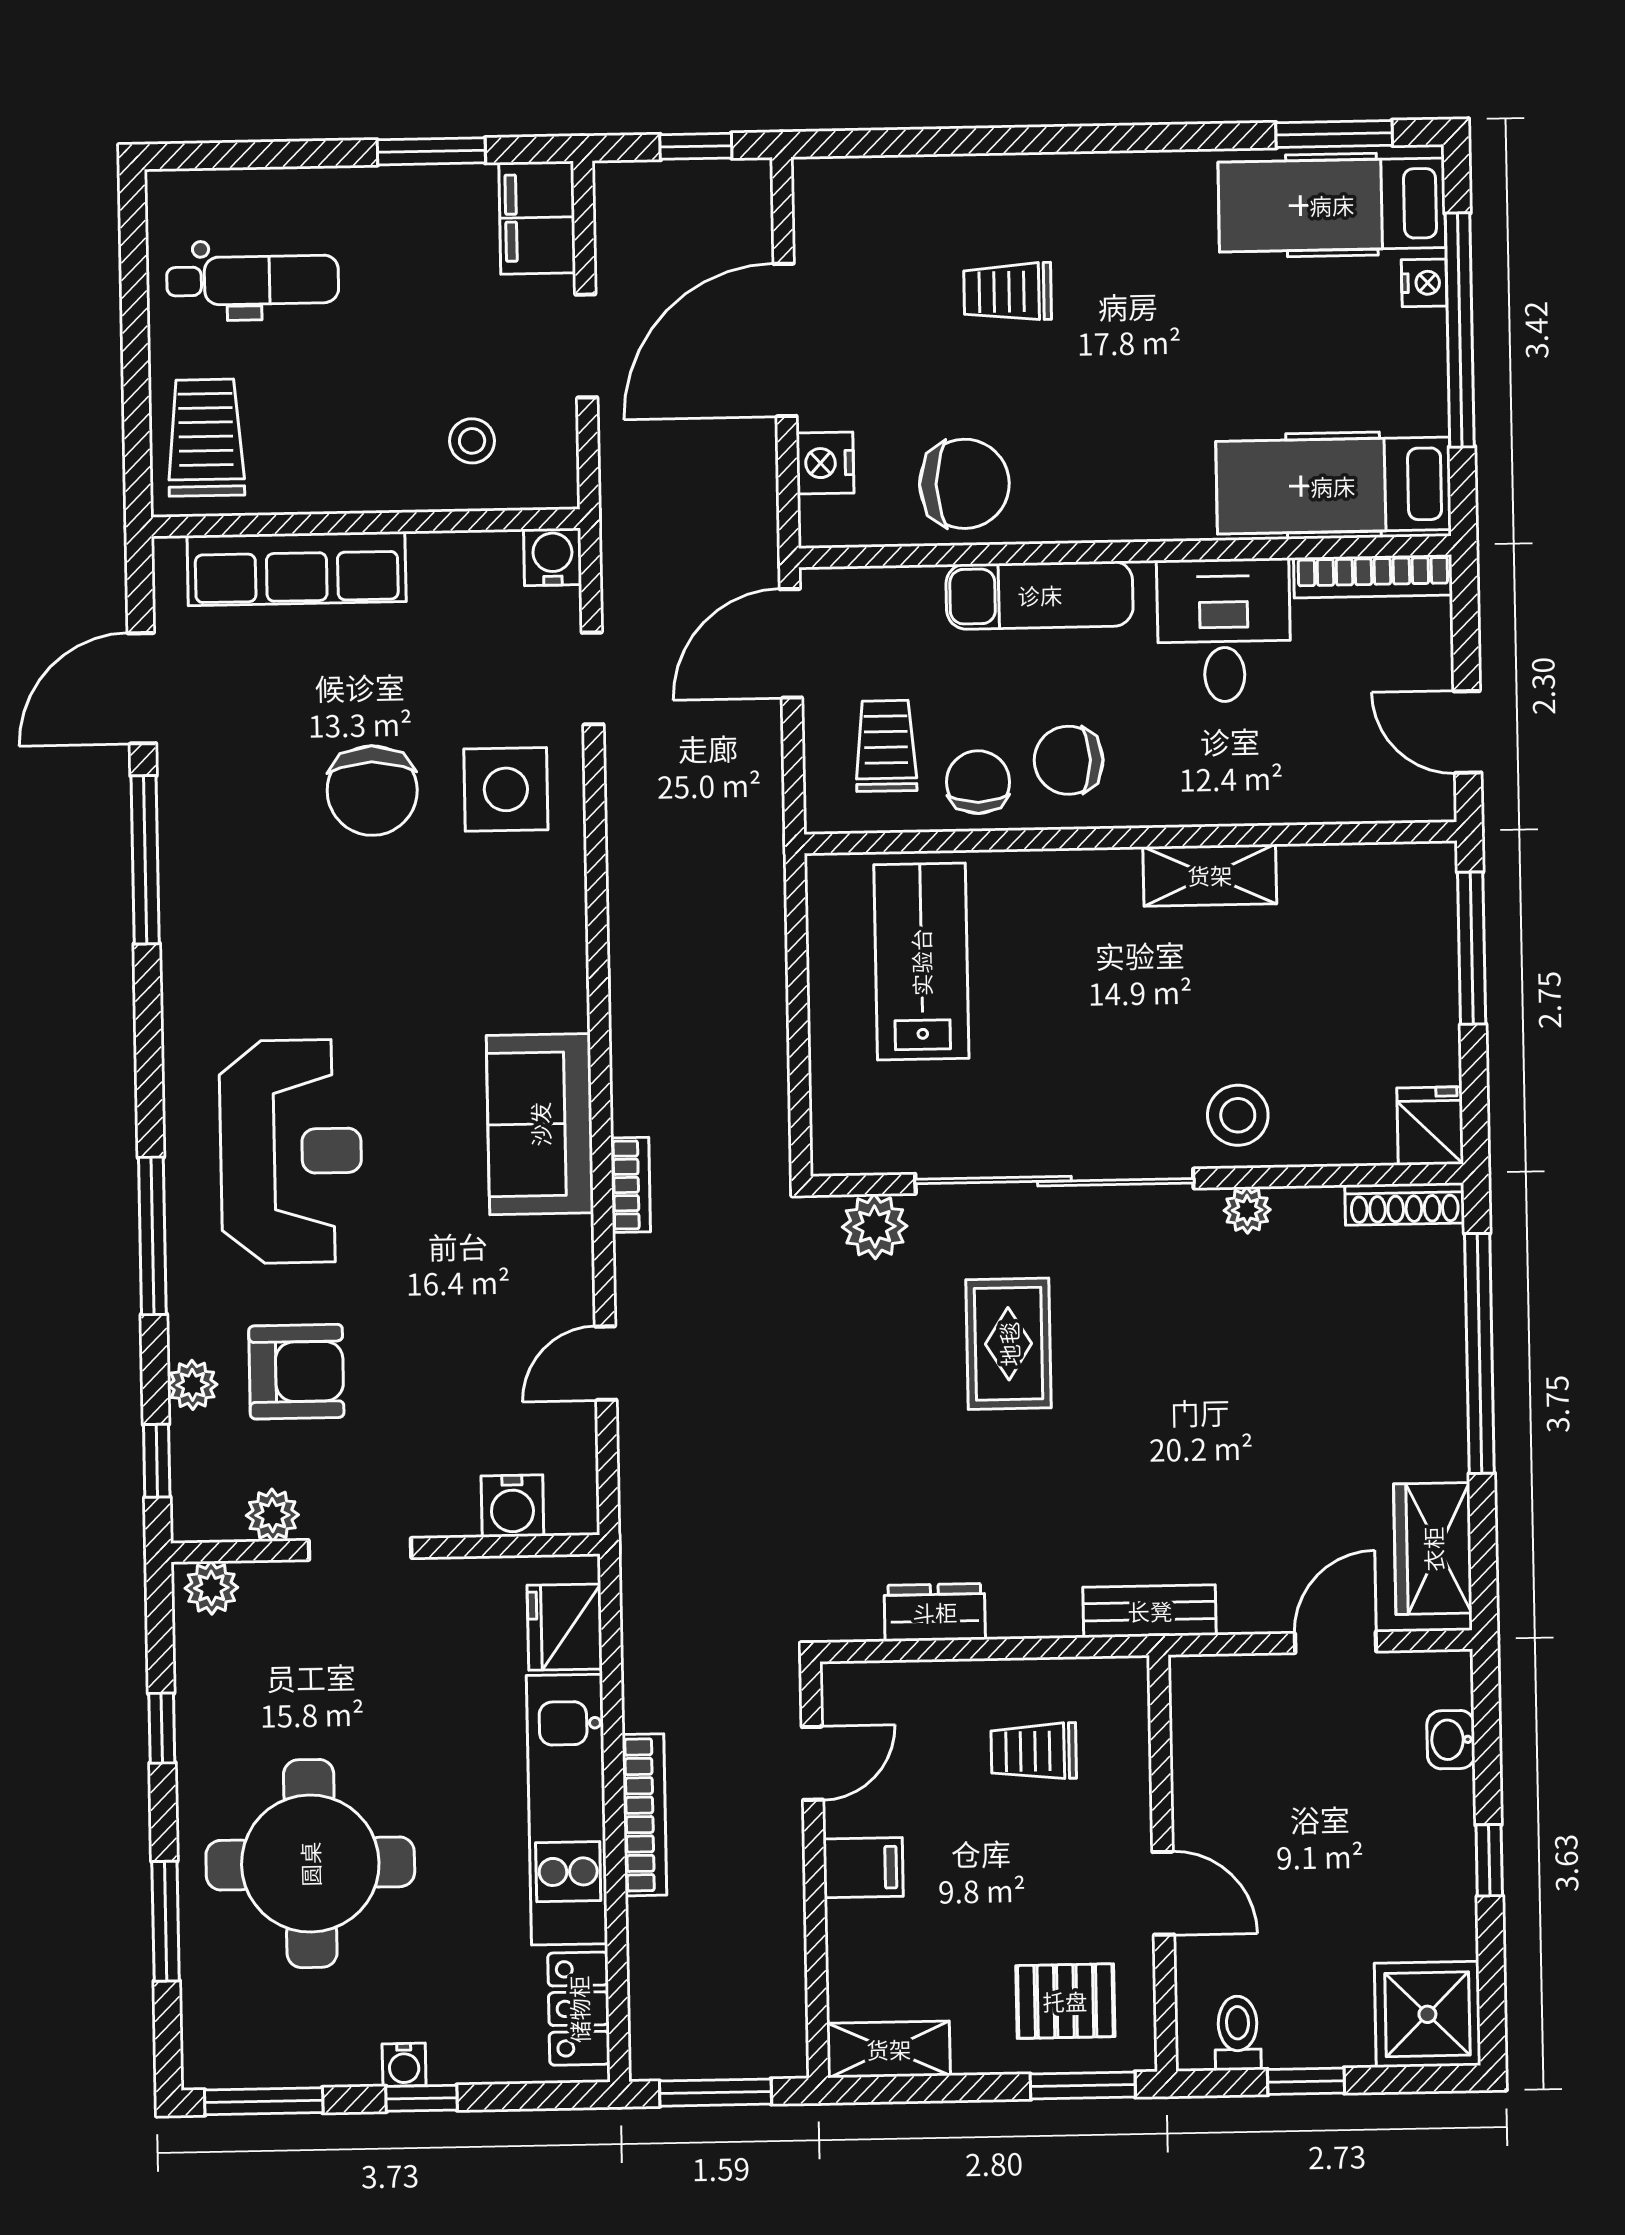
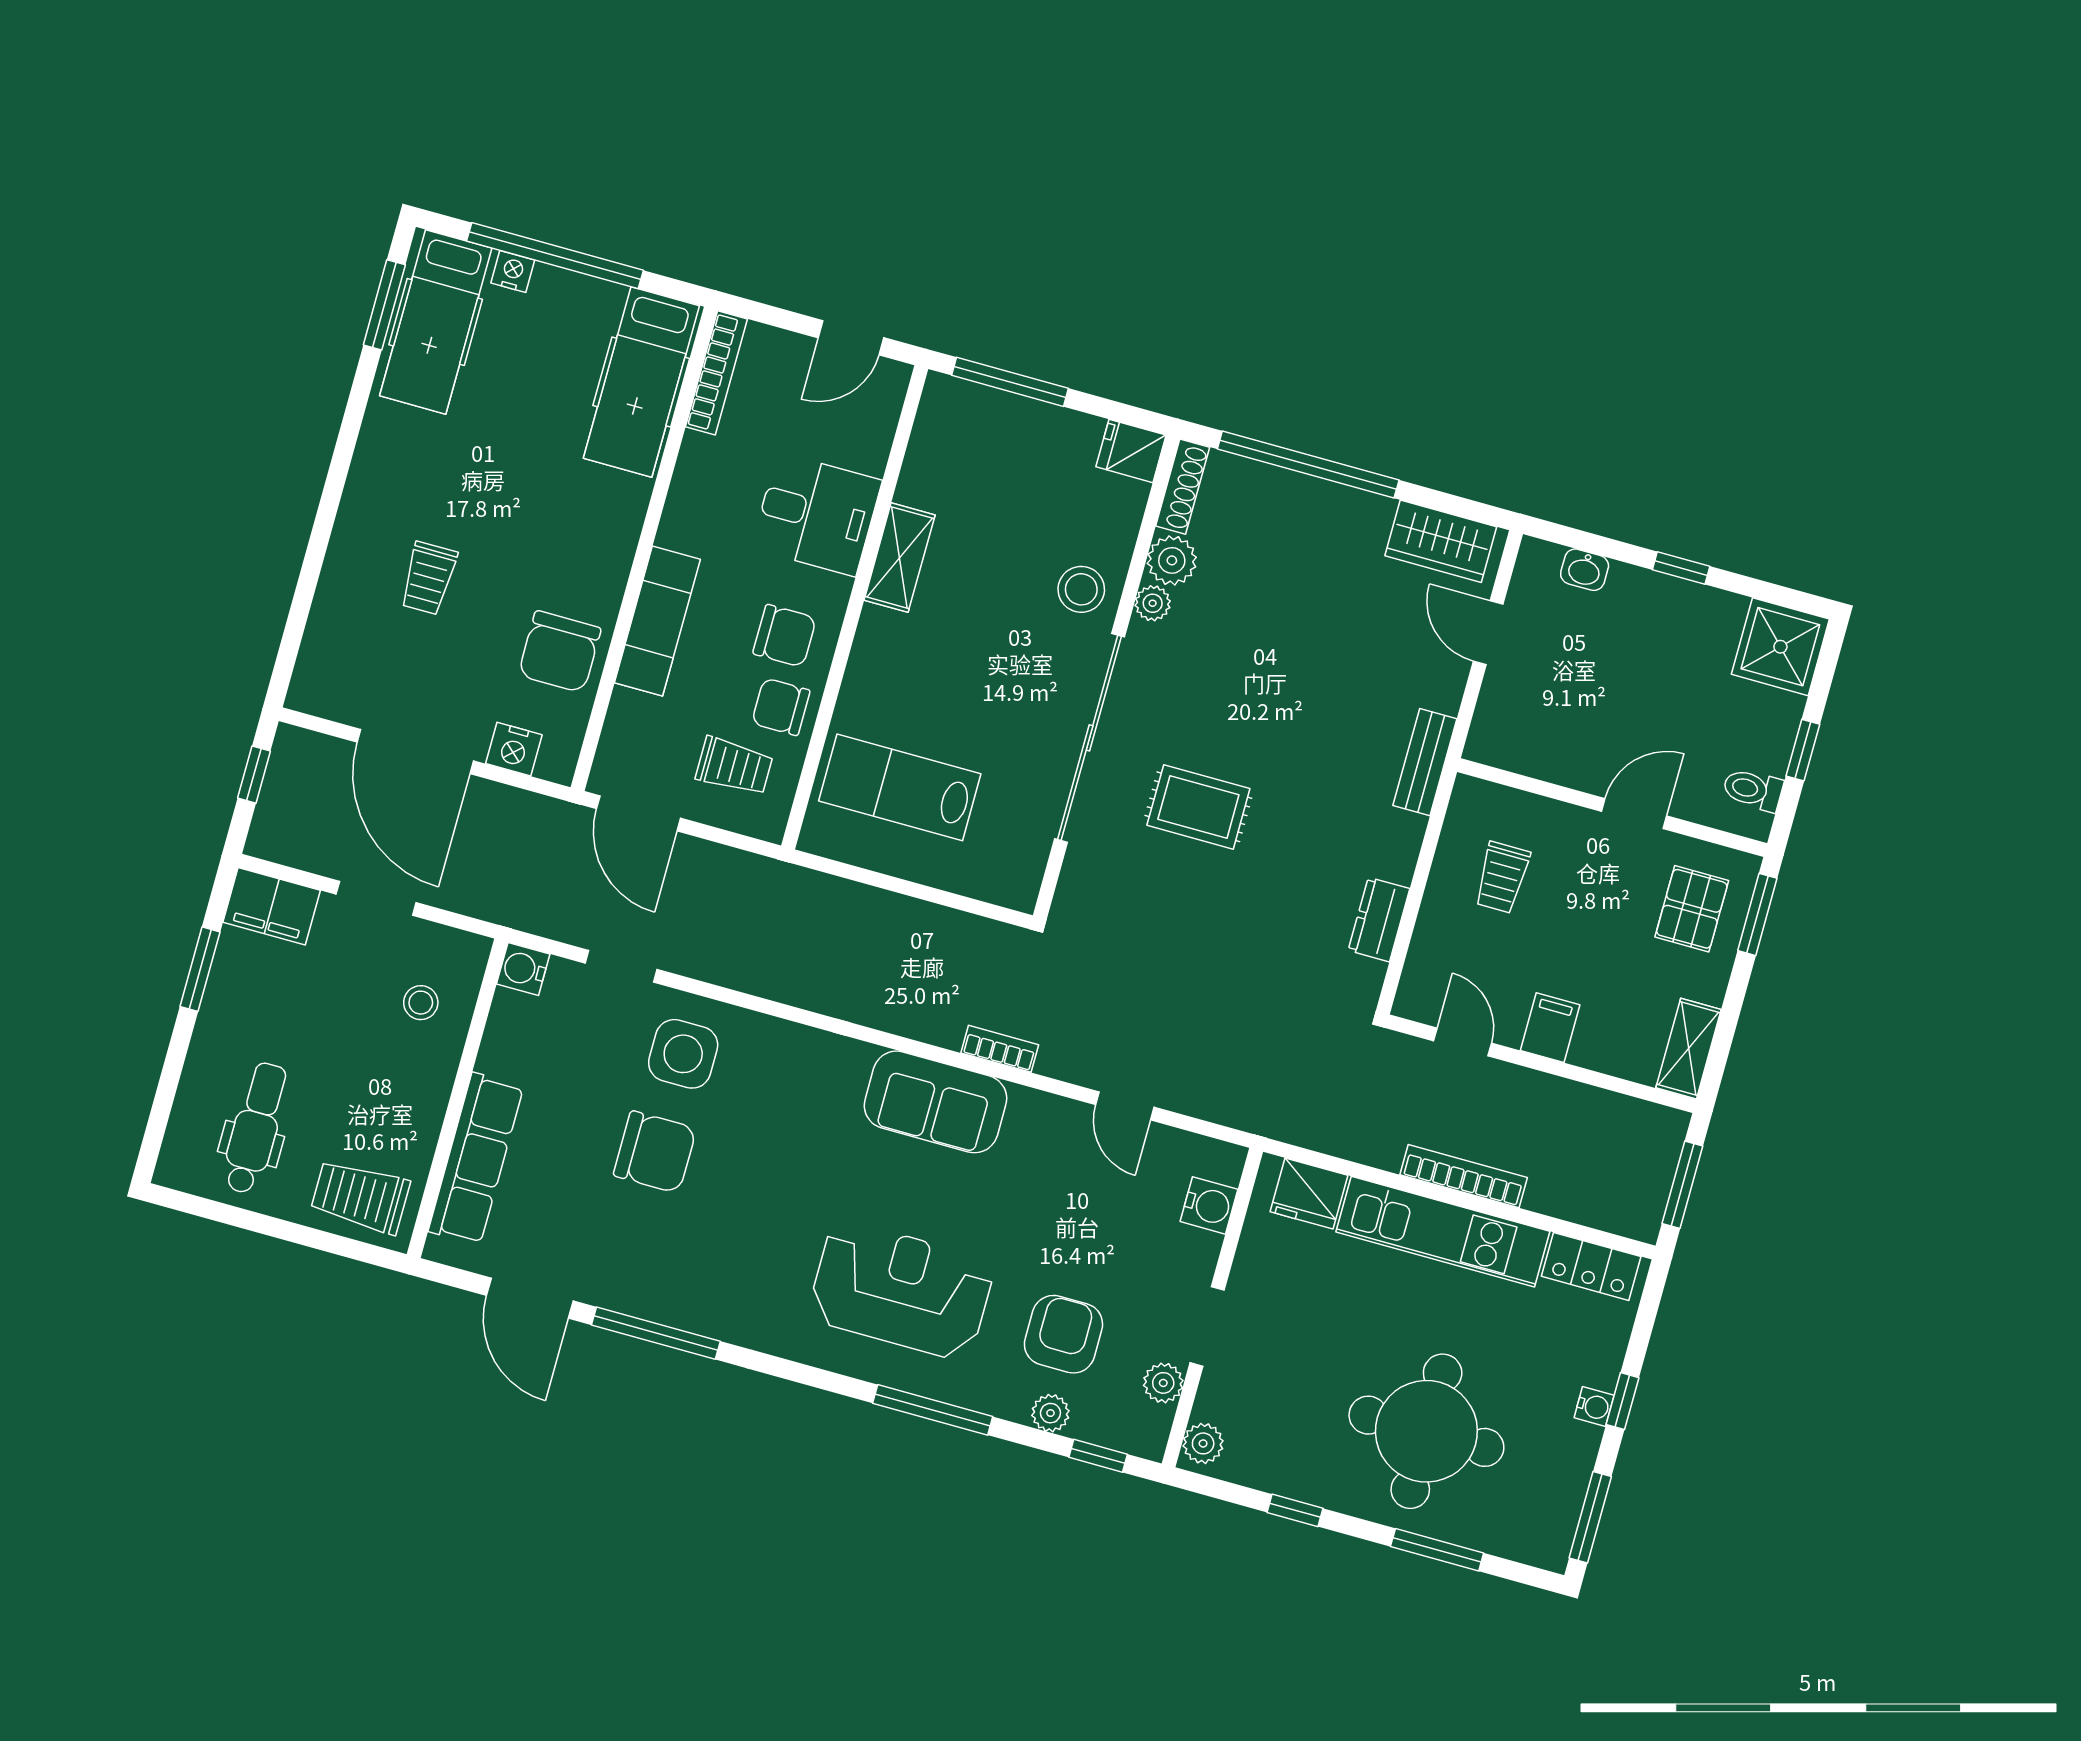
chair: (964, 484) -> (560, 652), turned 180
desk: (1224, 630) -> (817, 514), moved, turned 180
trolley: (886, 746) -> (734, 766), turned 180
chair: (1069, 760) -> (785, 636), turned -90
plant: (875, 1226) -> (1172, 560), moved

